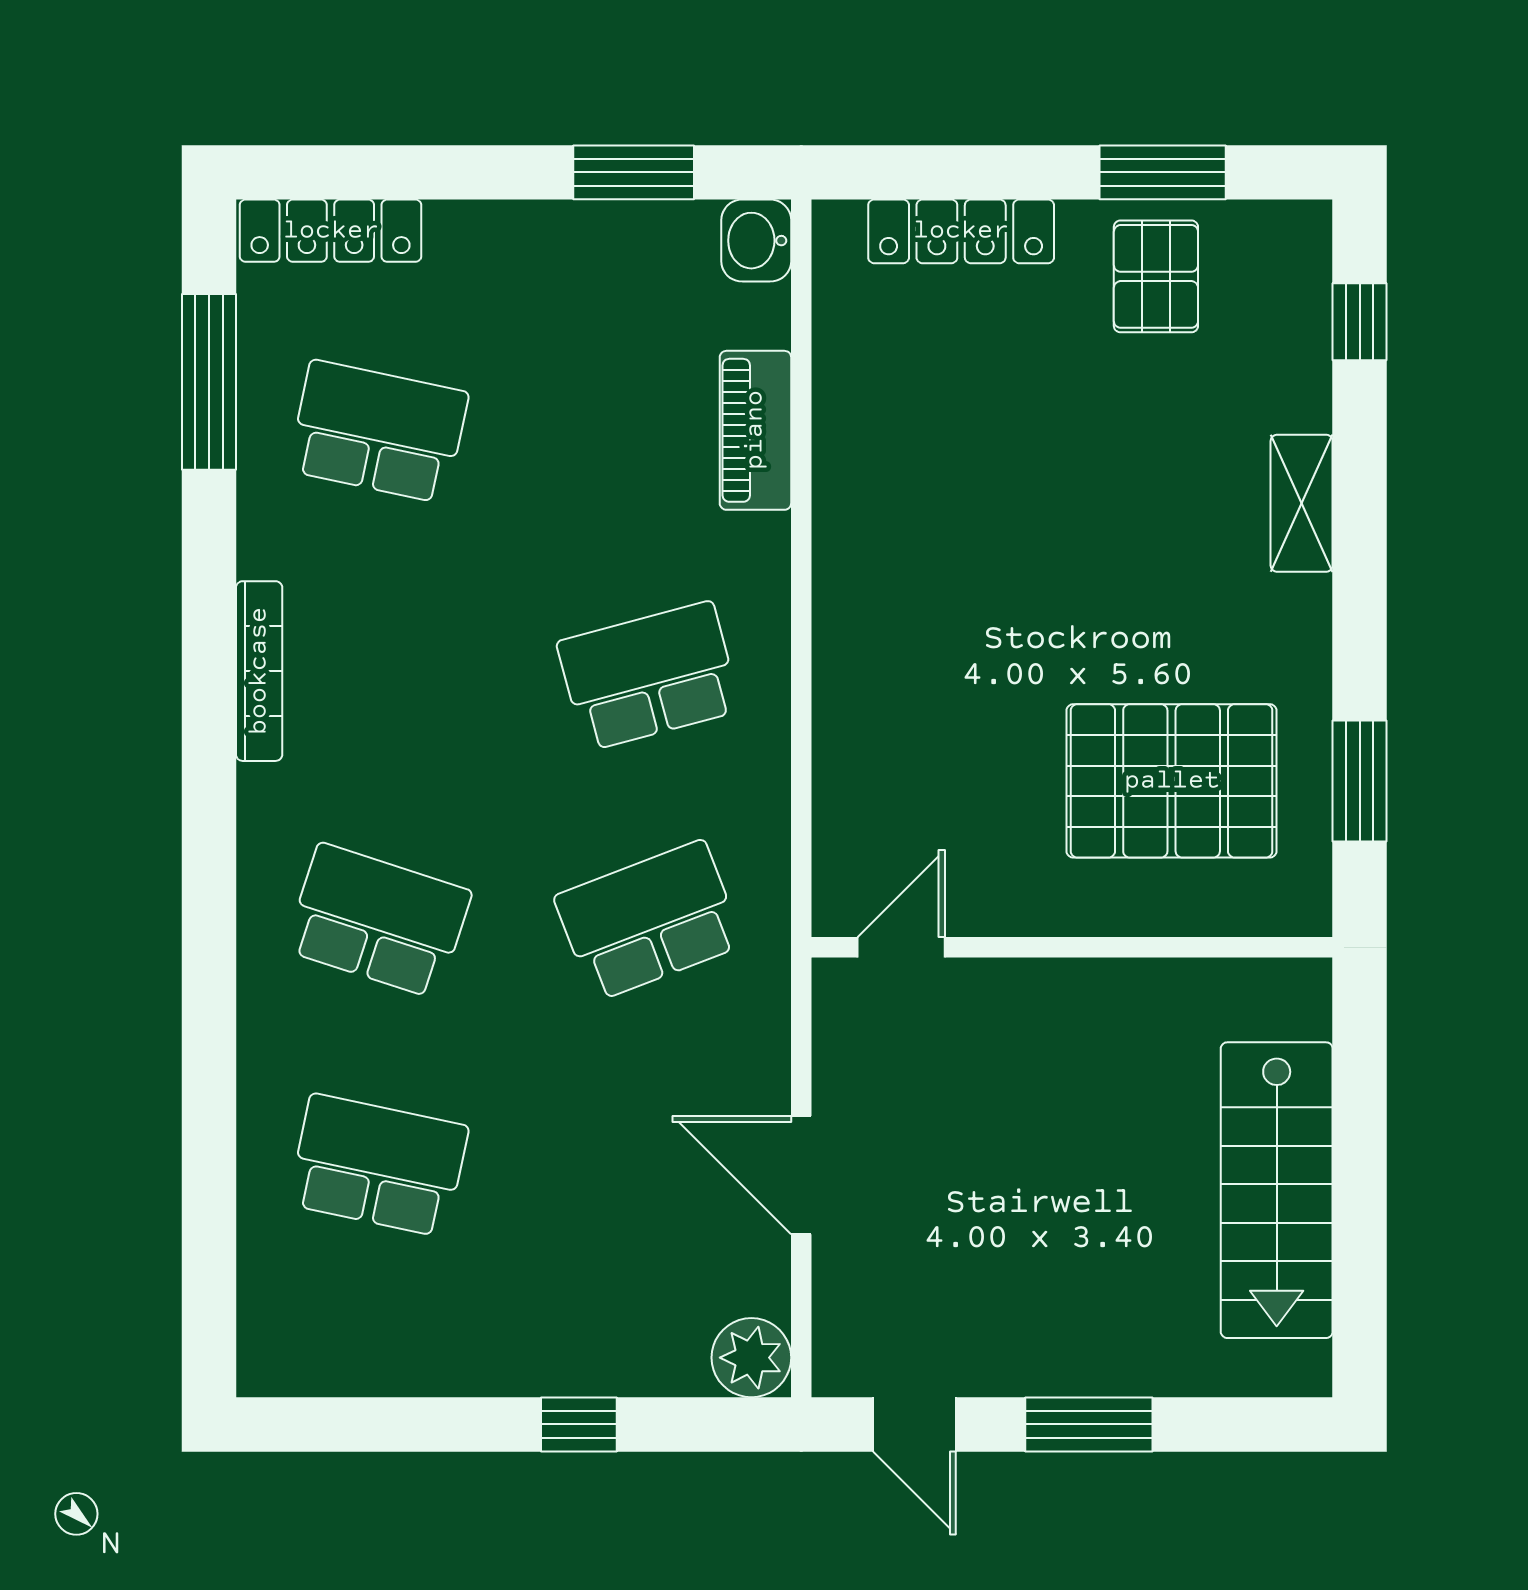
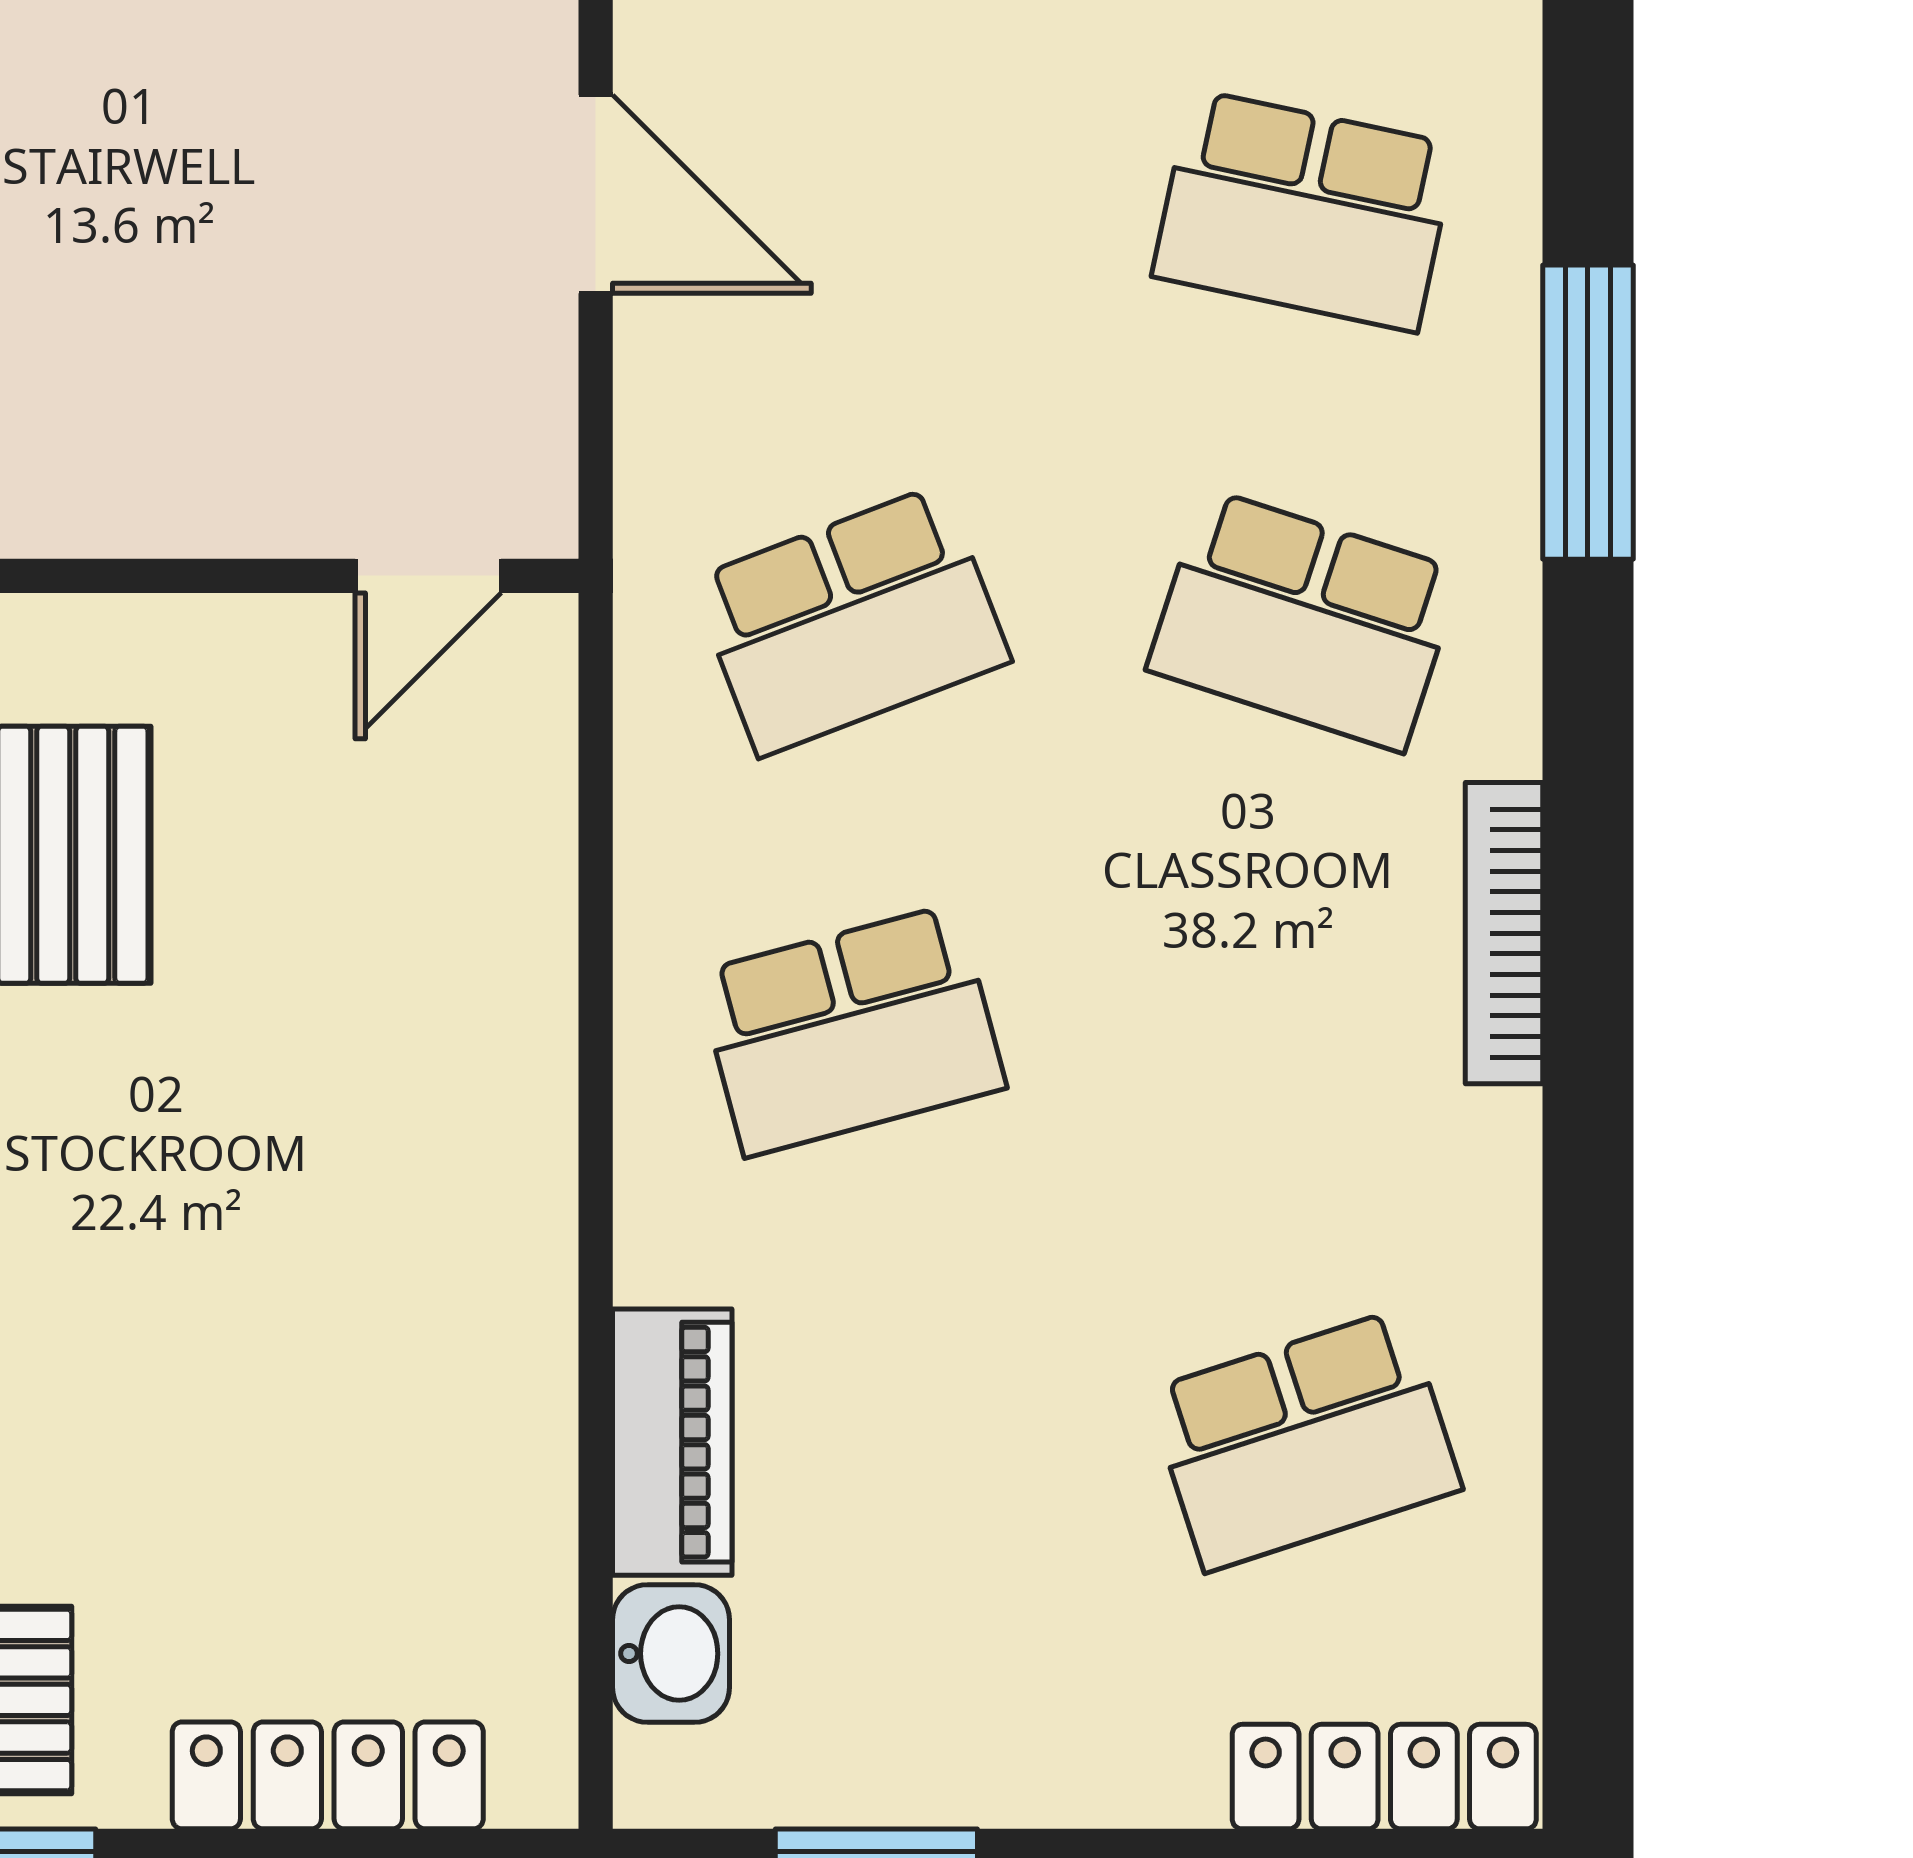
washbasin: (756, 241) -> (671, 1654), moved
window: (209, 382) -> (1588, 412), moved
school desk: (378, 432) -> (1304, 1440), turned -30
bookcase: (259, 671) -> (1504, 933), moved

